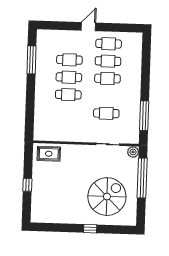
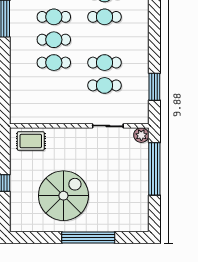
cafe table: (107, 79) -> (105, 63), moved
window: (144, 116) -> (154, 87), width x0.69
spiral stairs: (107, 197) -> (63, 196), moved
window: (90, 229) -> (88, 237), width x3.17

